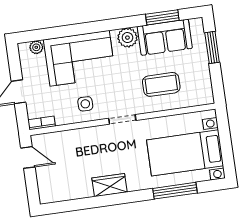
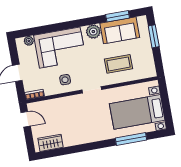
wardrobe: (109, 185) -> (51, 143), moved

